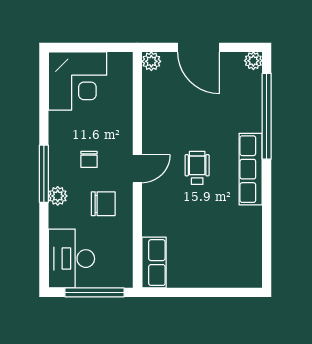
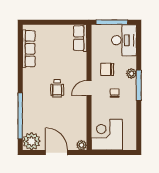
plant: (253, 61) -> (32, 141), width x1.88, depth x1.88
corner desk: (77, 81) -> (107, 135), moved
row of seats: (251, 169) -> (29, 49), moved

